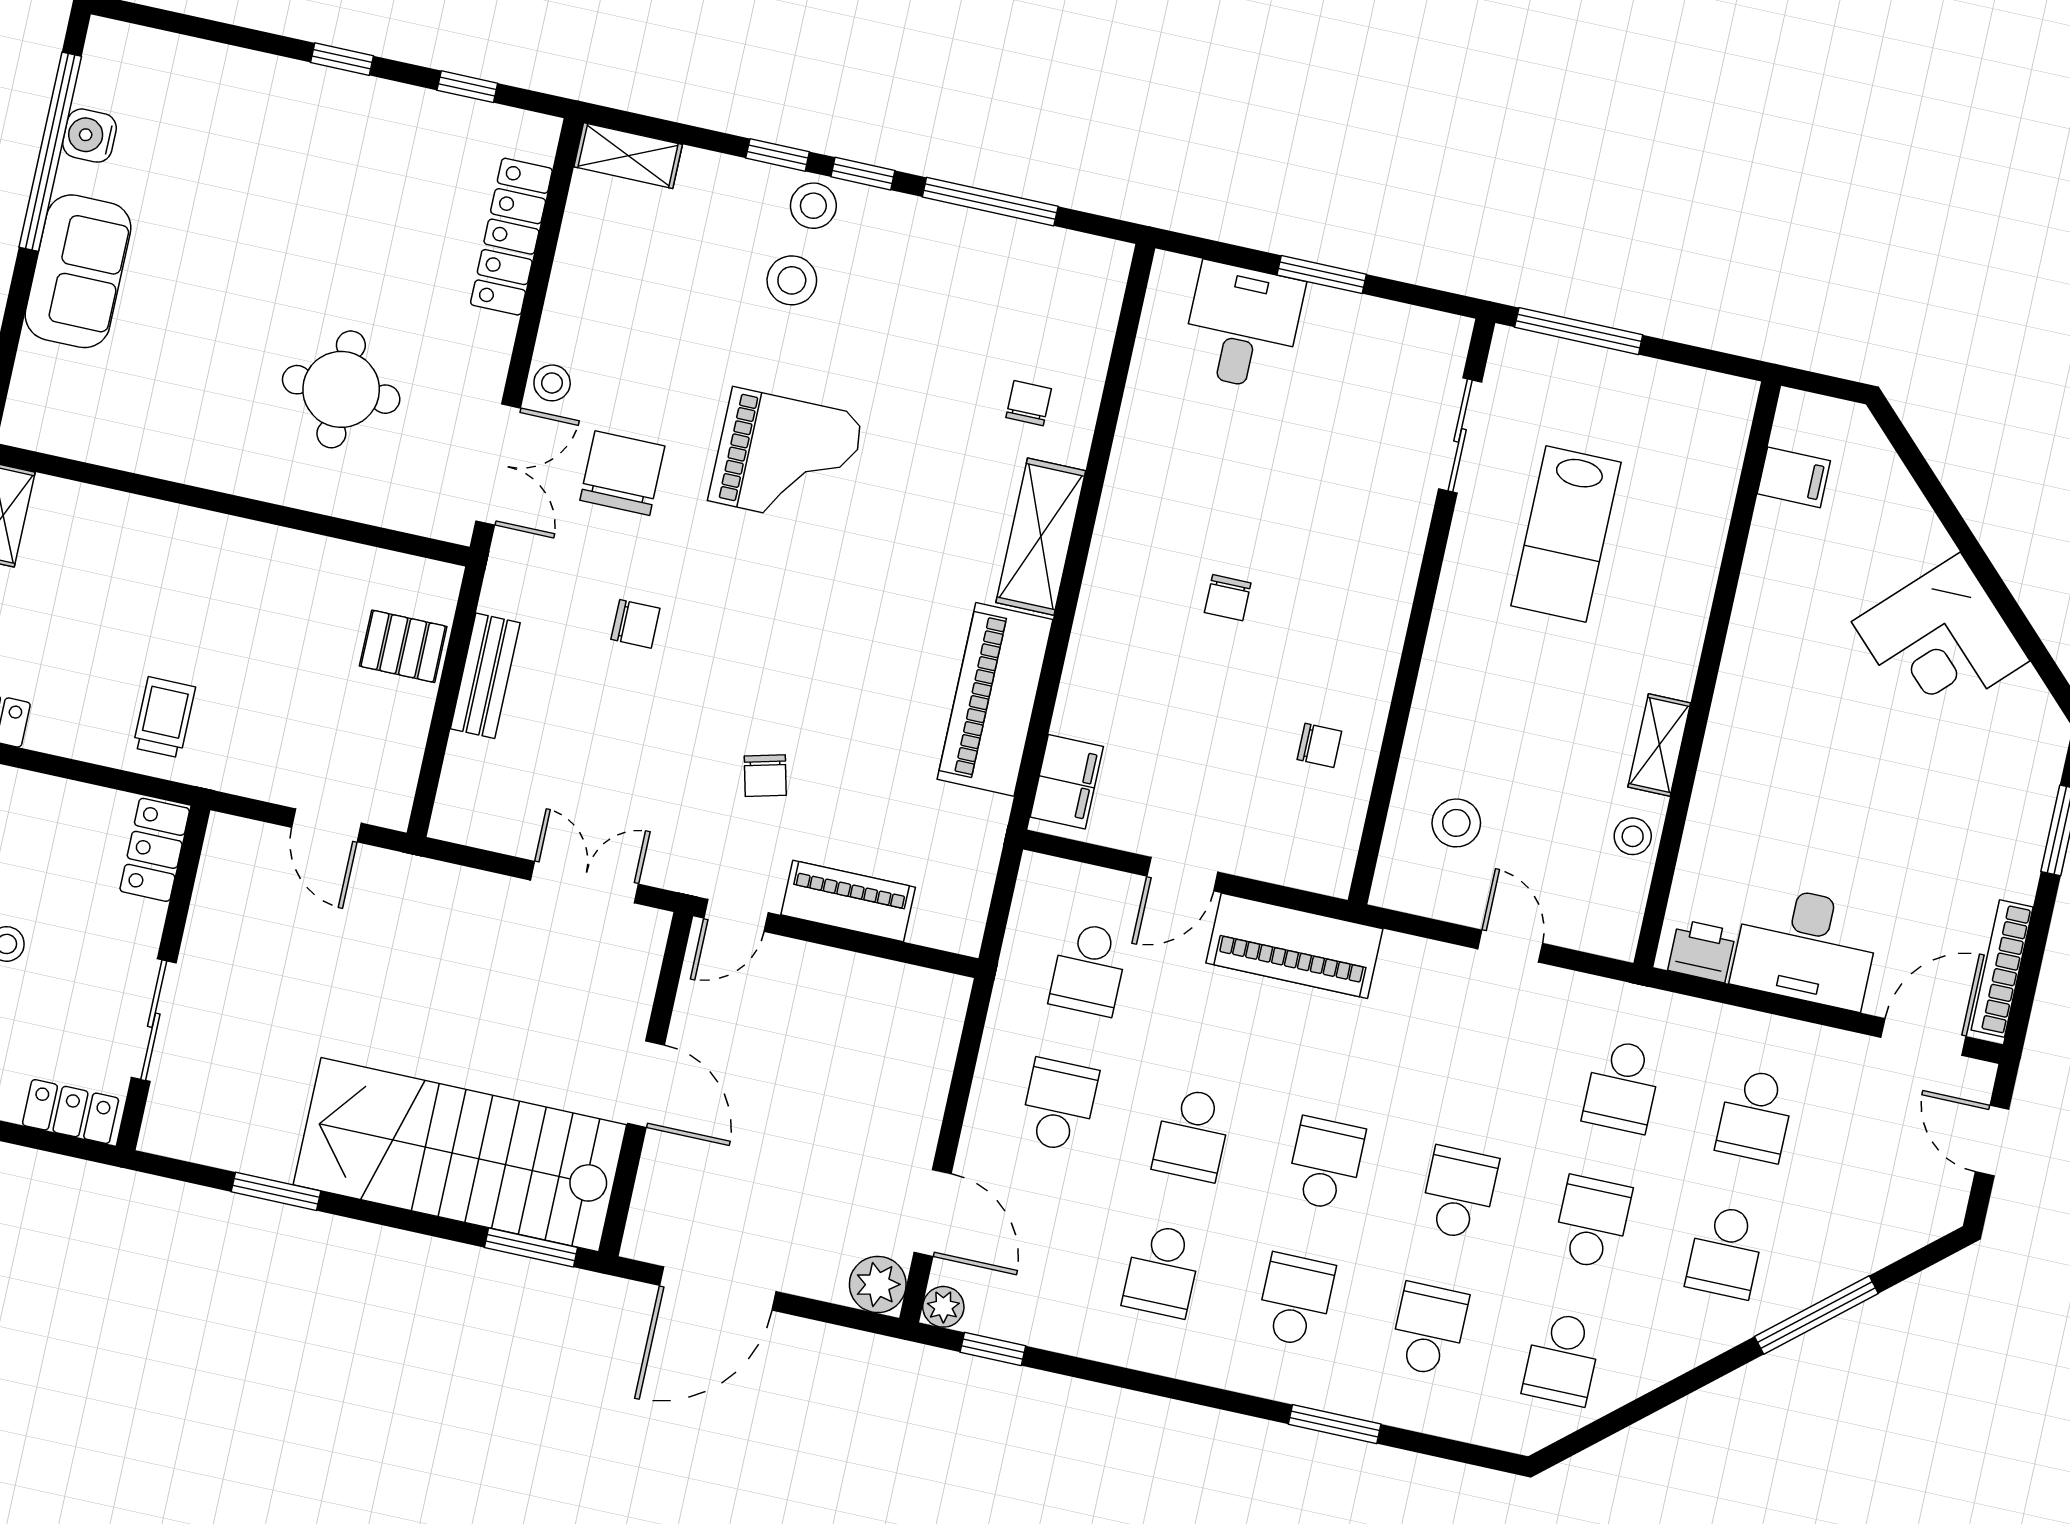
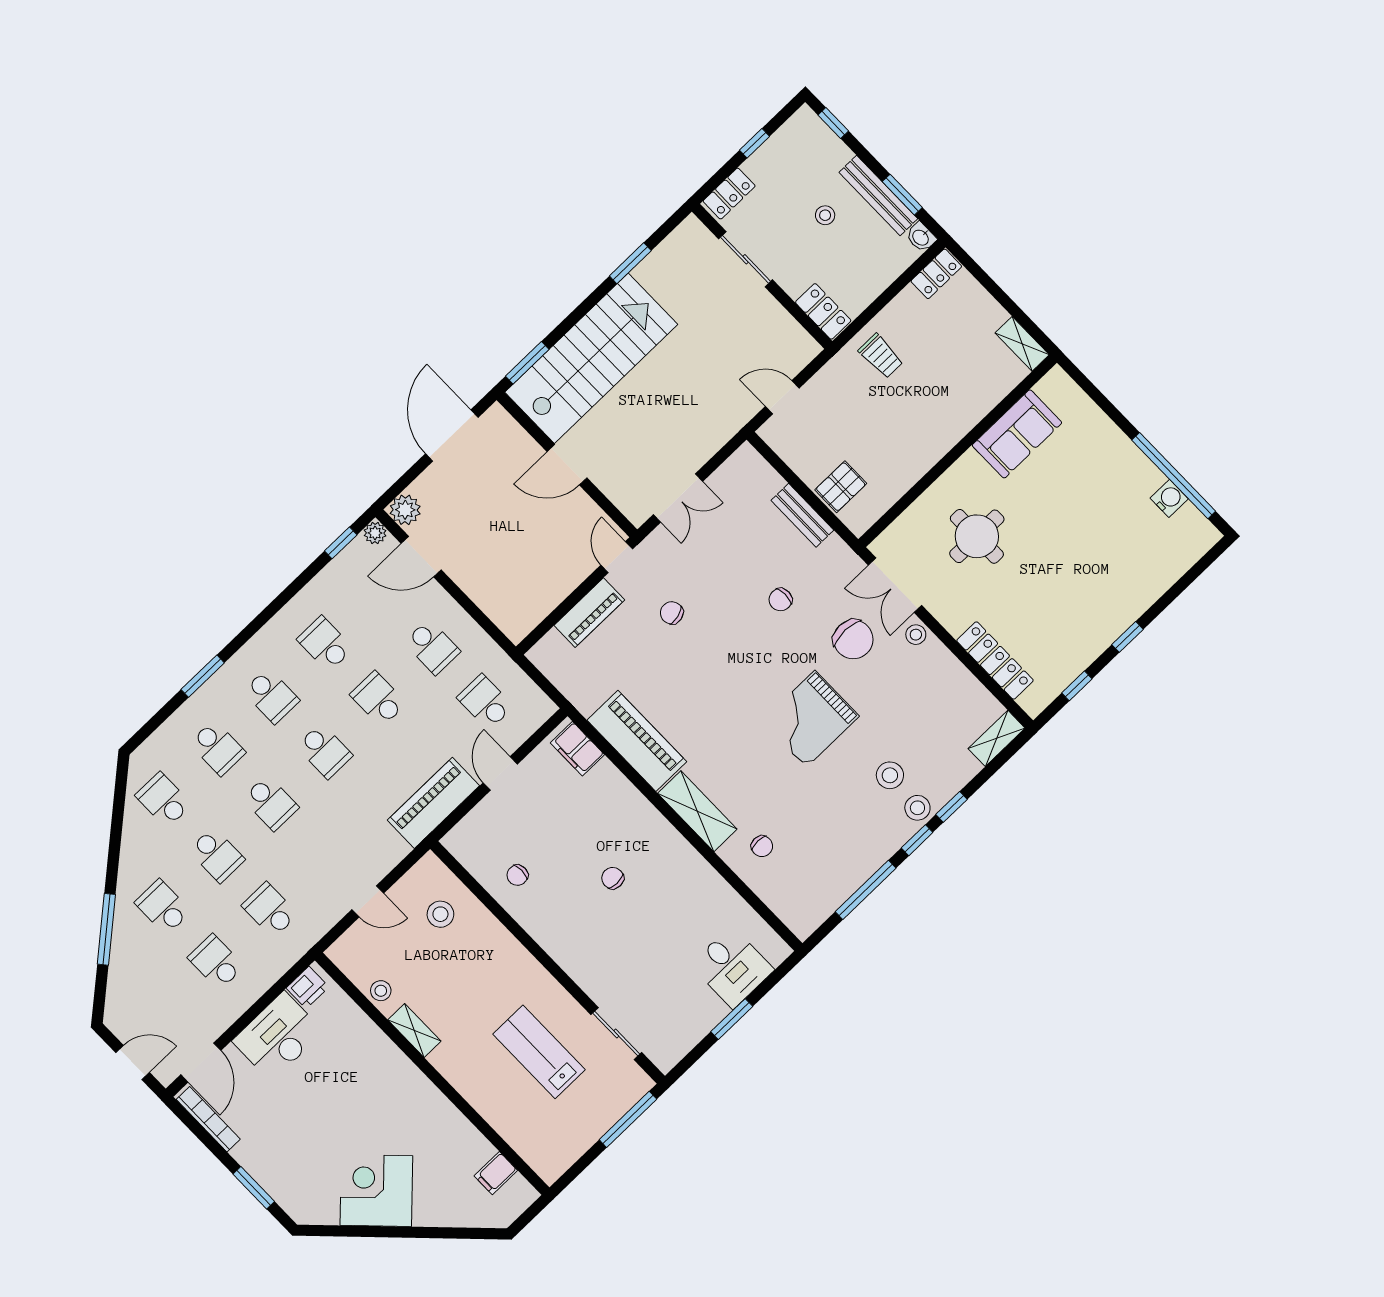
sofa: (78, 271) -> (1017, 434), moved, turned -90

